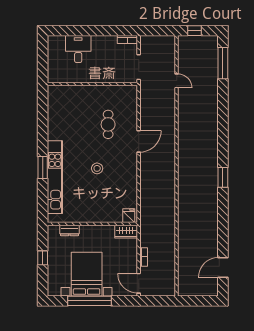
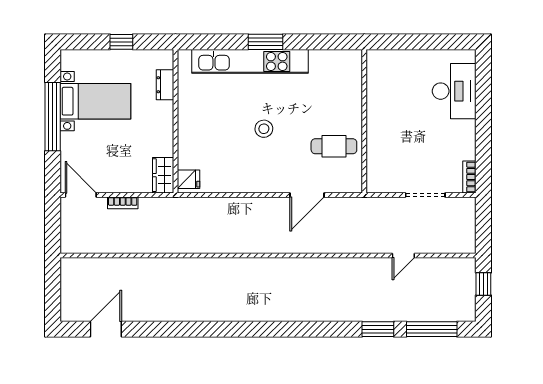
desk: (78, 49) -> (454, 91), width x1.37
wall: (92, 84) -> (364, 121), moved
door: (139, 141) -> (307, 195), hinge flipped
window: (223, 177) -> (378, 329), moved
door: (223, 268) -> (106, 329), hinge flipped
bed with nightstands: (87, 274) -> (95, 101), width x0.73
door: (139, 283) -> (81, 195), hinge flipped

